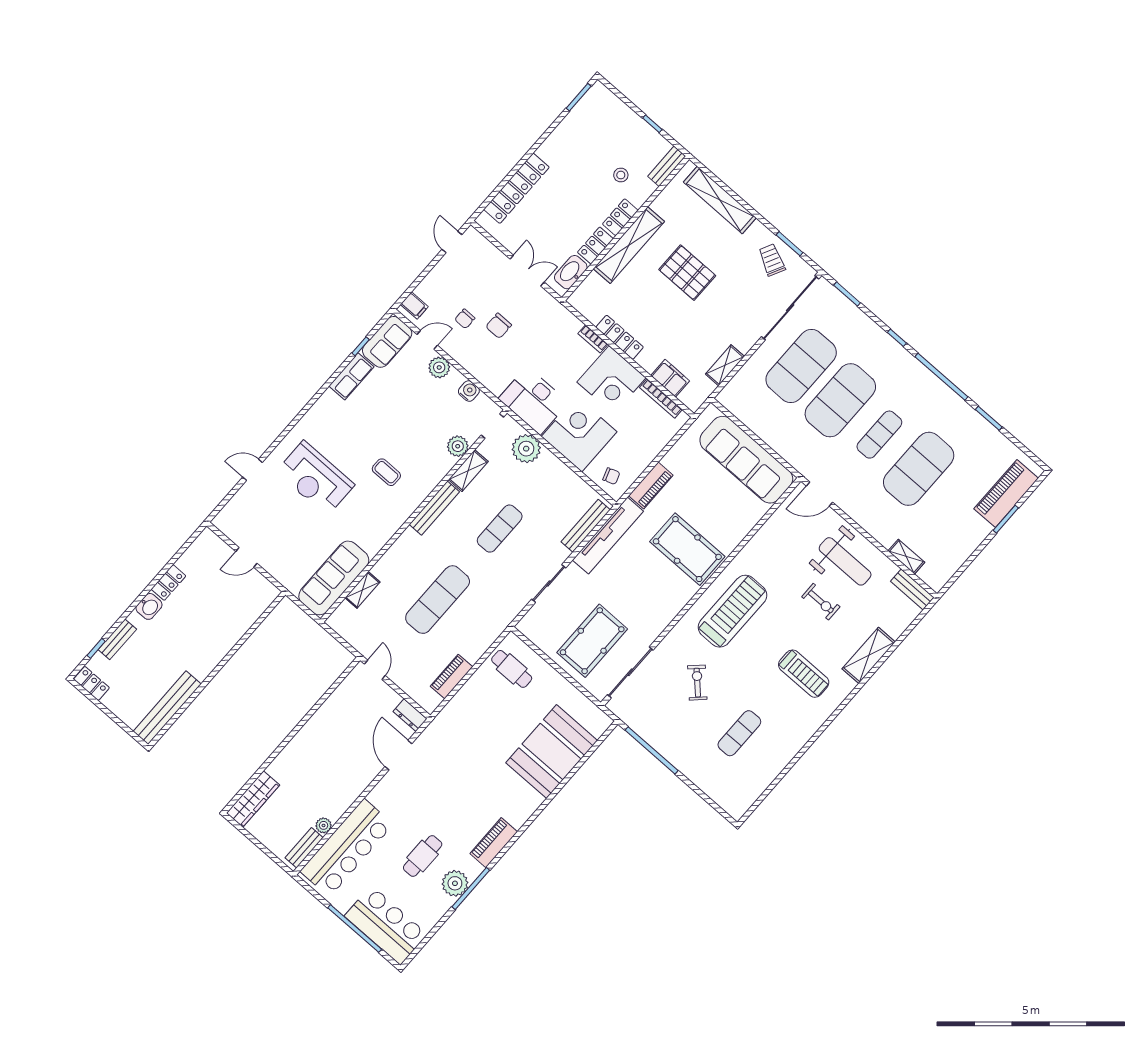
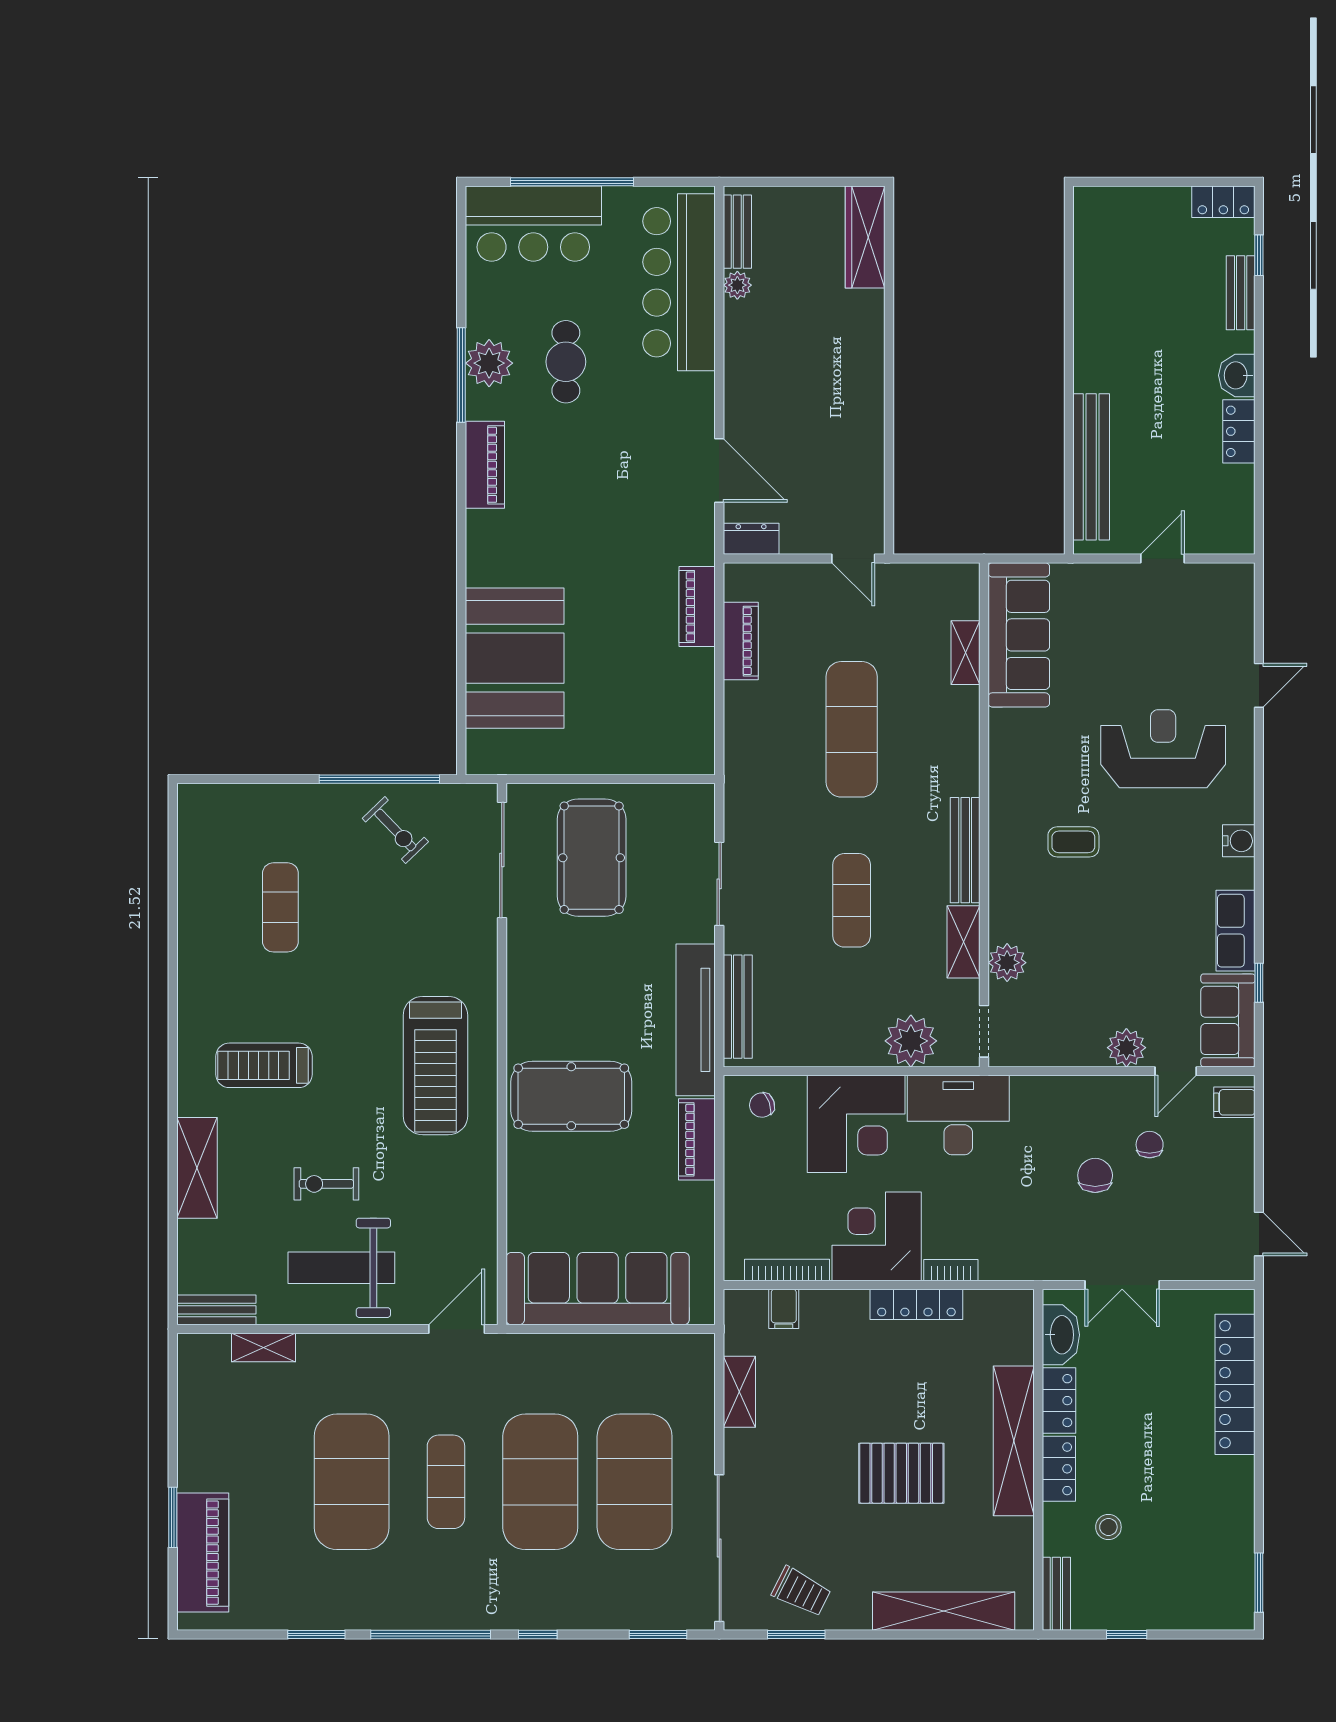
filing cabinet: (670, 378) -> (784, 1309), width x0.50
water cooler: (469, 391) -> (1239, 841), moved, turned -90
cafe table: (512, 669) -> (668, 723), removed
exercise bike: (697, 683) -> (395, 830), moved
piano: (457, 707) -> (697, 606), added
bench: (167, 708) -> (1091, 467), moved

